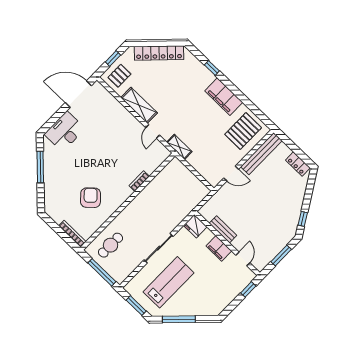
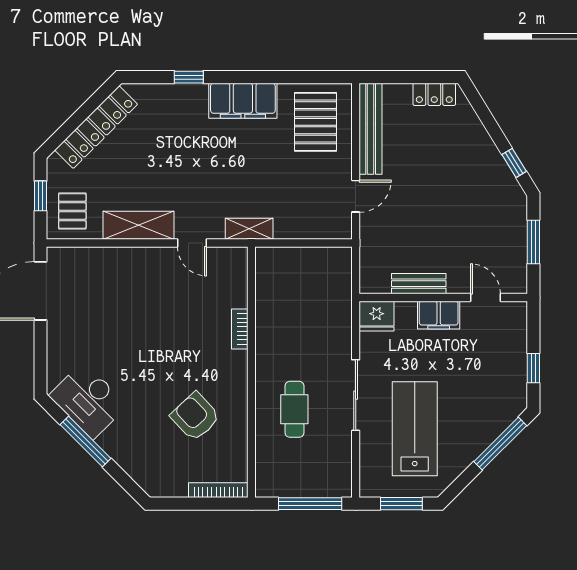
desk: (65, 131) -> (88, 400), moved, turned -45
cafe table: (111, 245) -> (294, 409), moved
window: (248, 289) -> (533, 368), moved
window: (179, 319) -> (500, 444), moved

